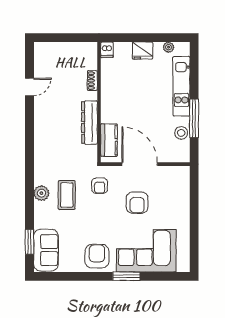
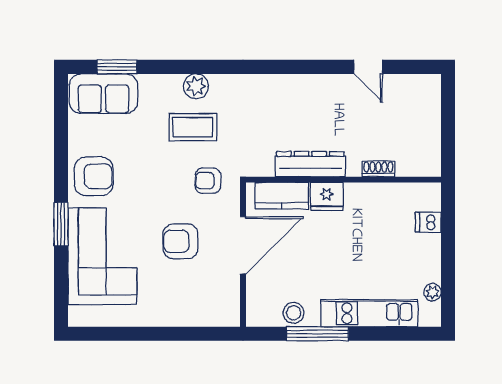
dishwasher: (107, 50) -> (428, 222), moved
fridge: (143, 51) -> (327, 196), moved, turned -90

